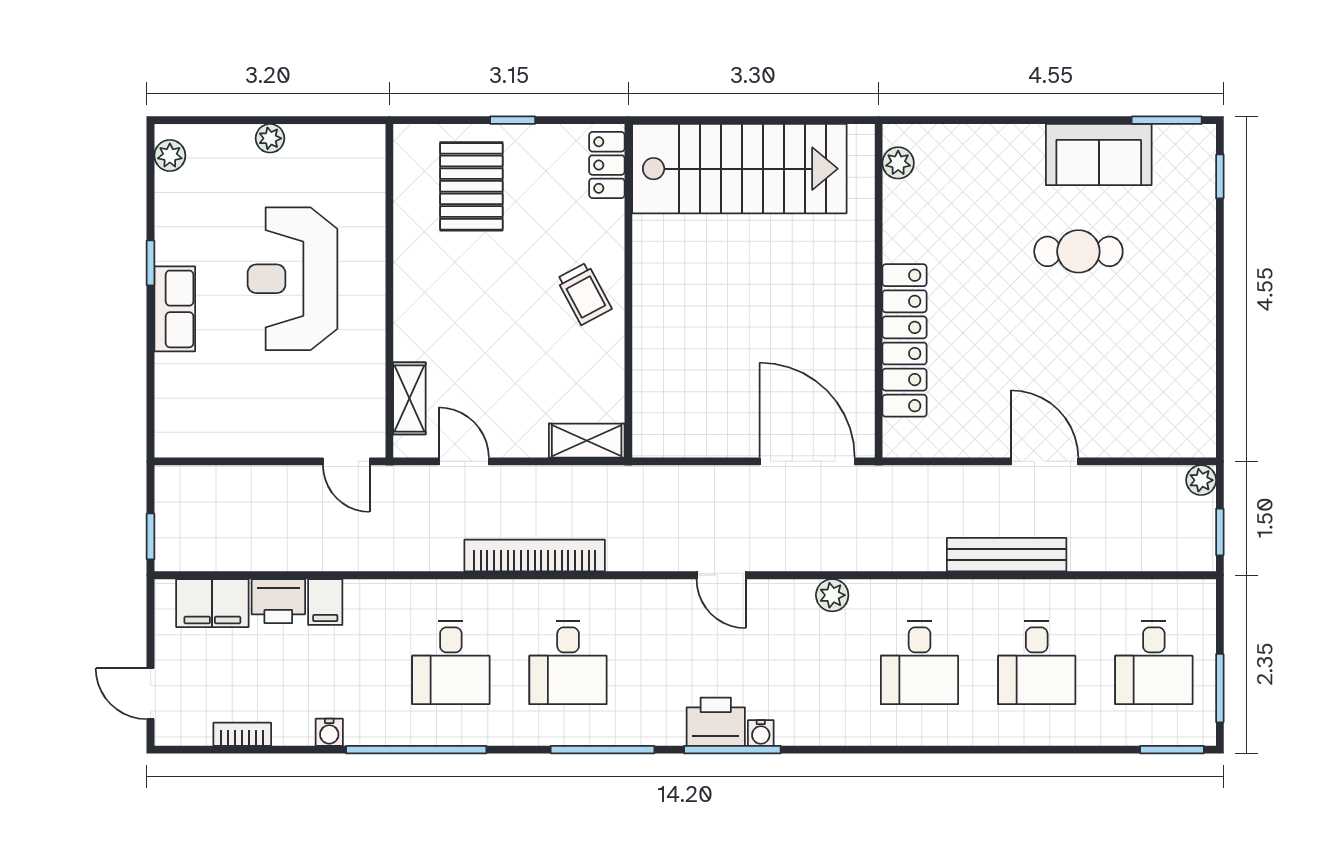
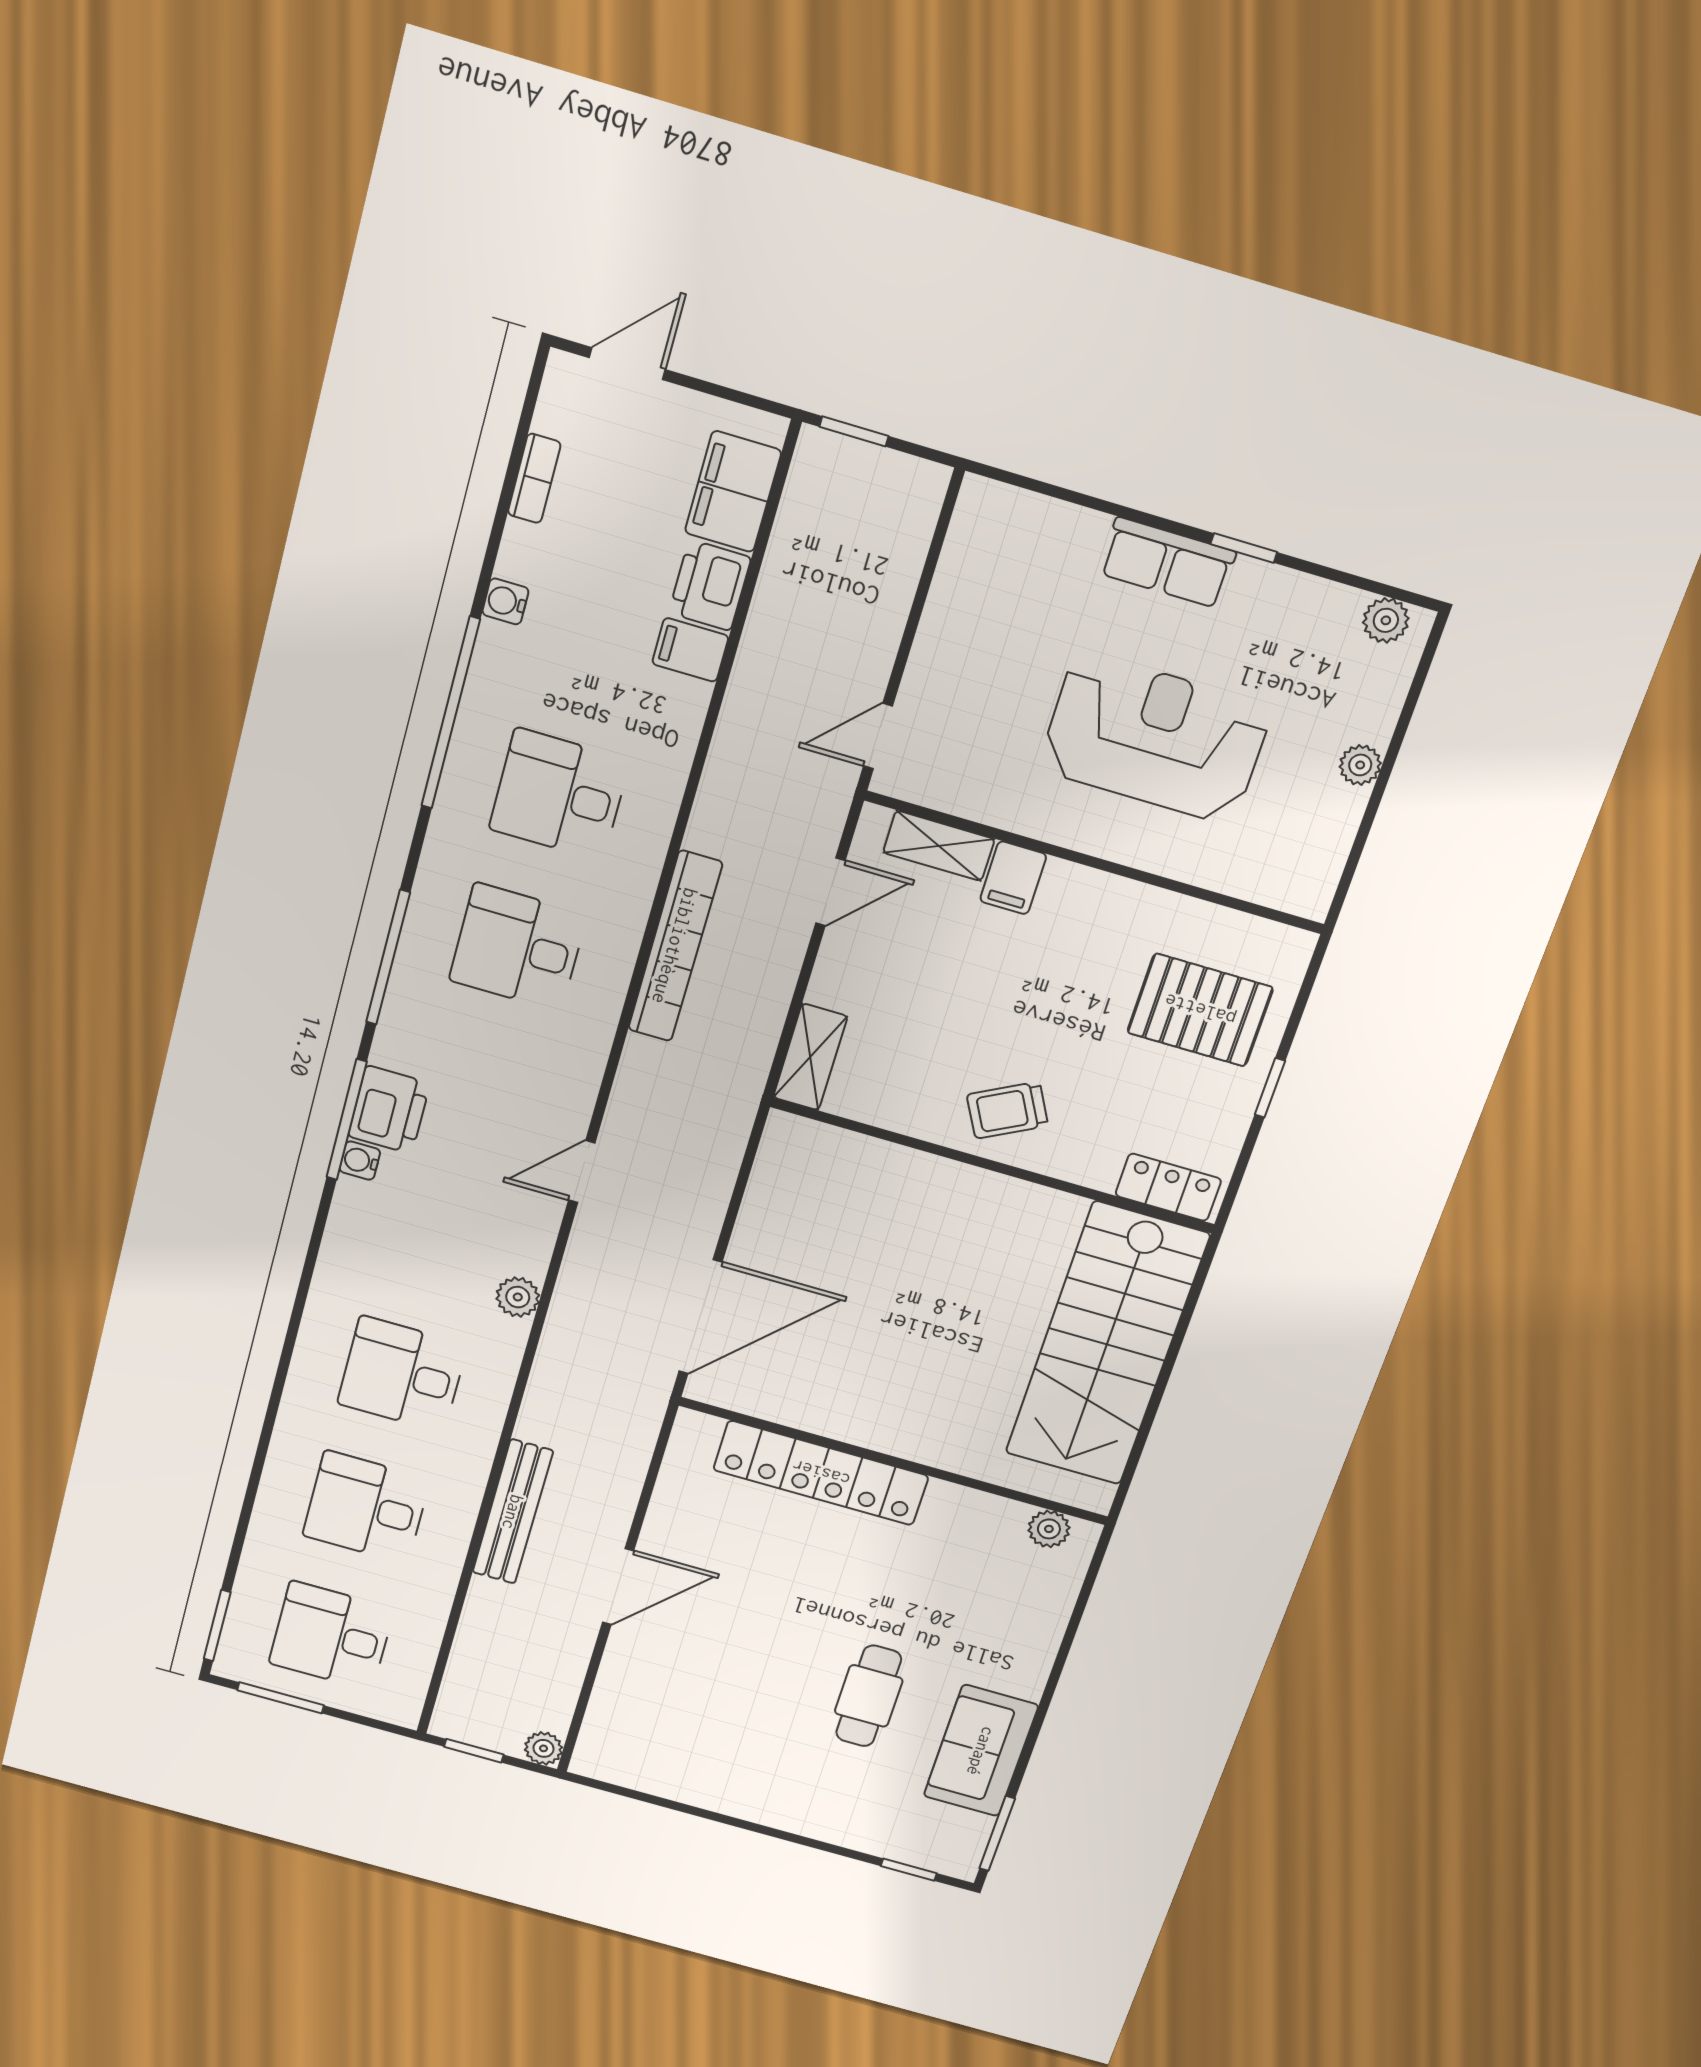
filing cabinet: (417, 342) -> (1013, 878), added

